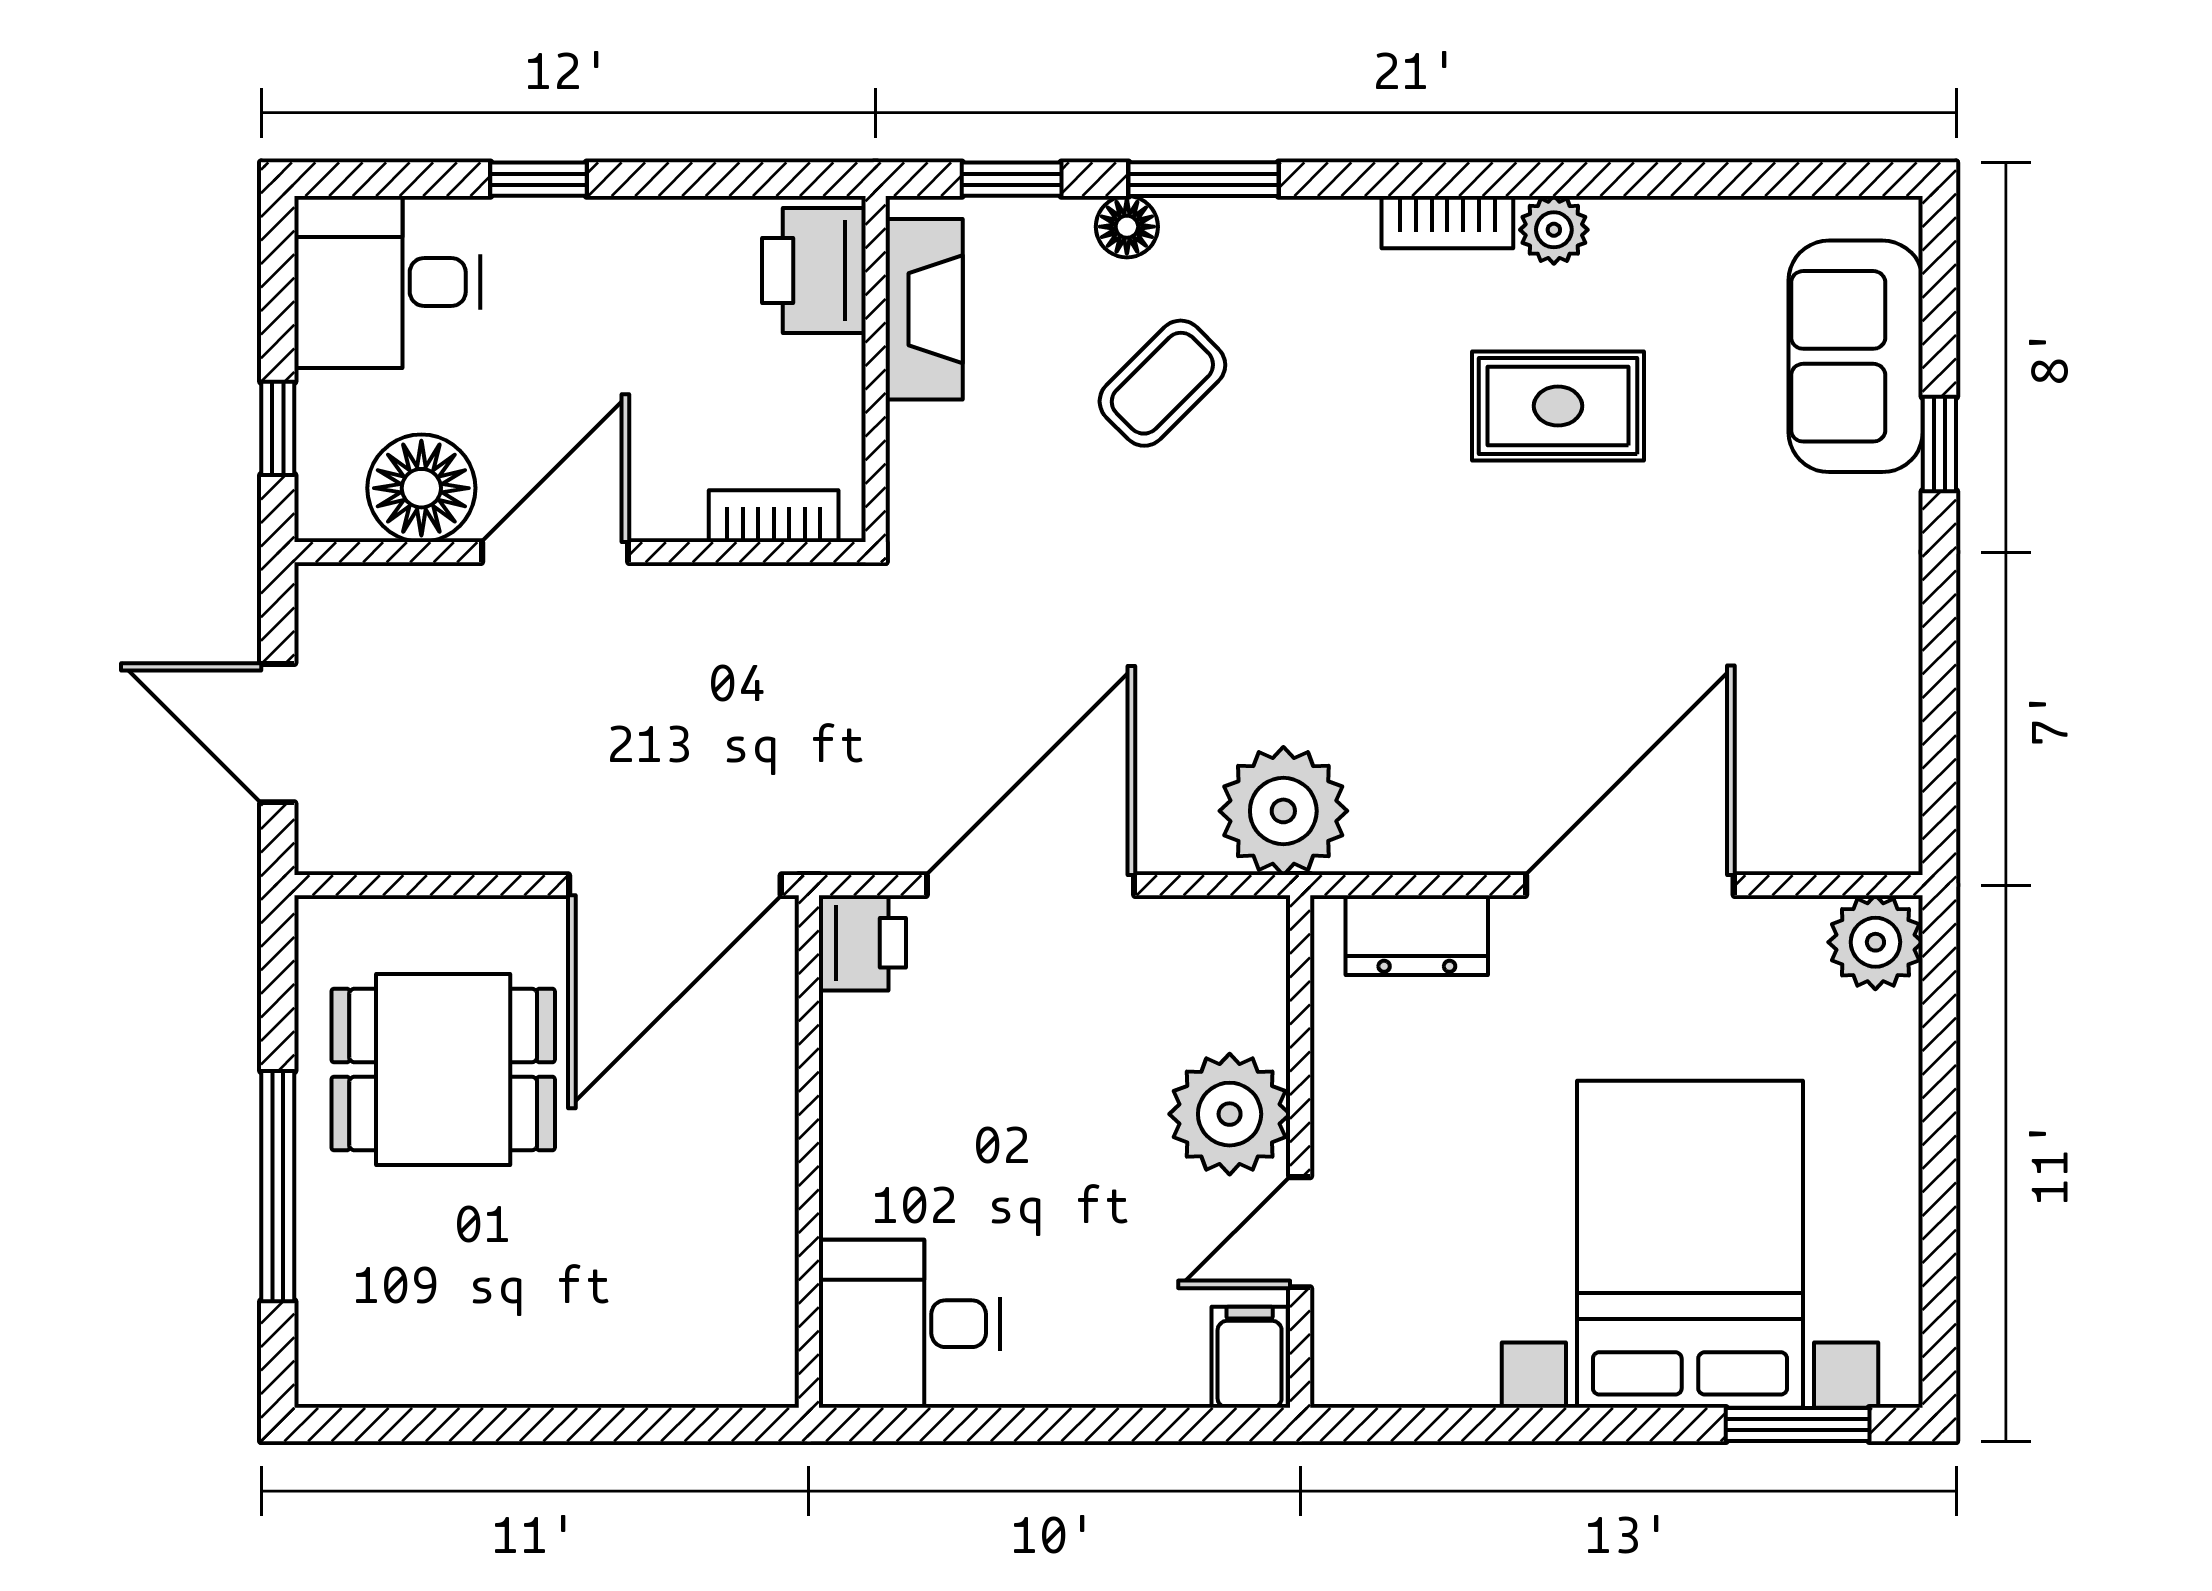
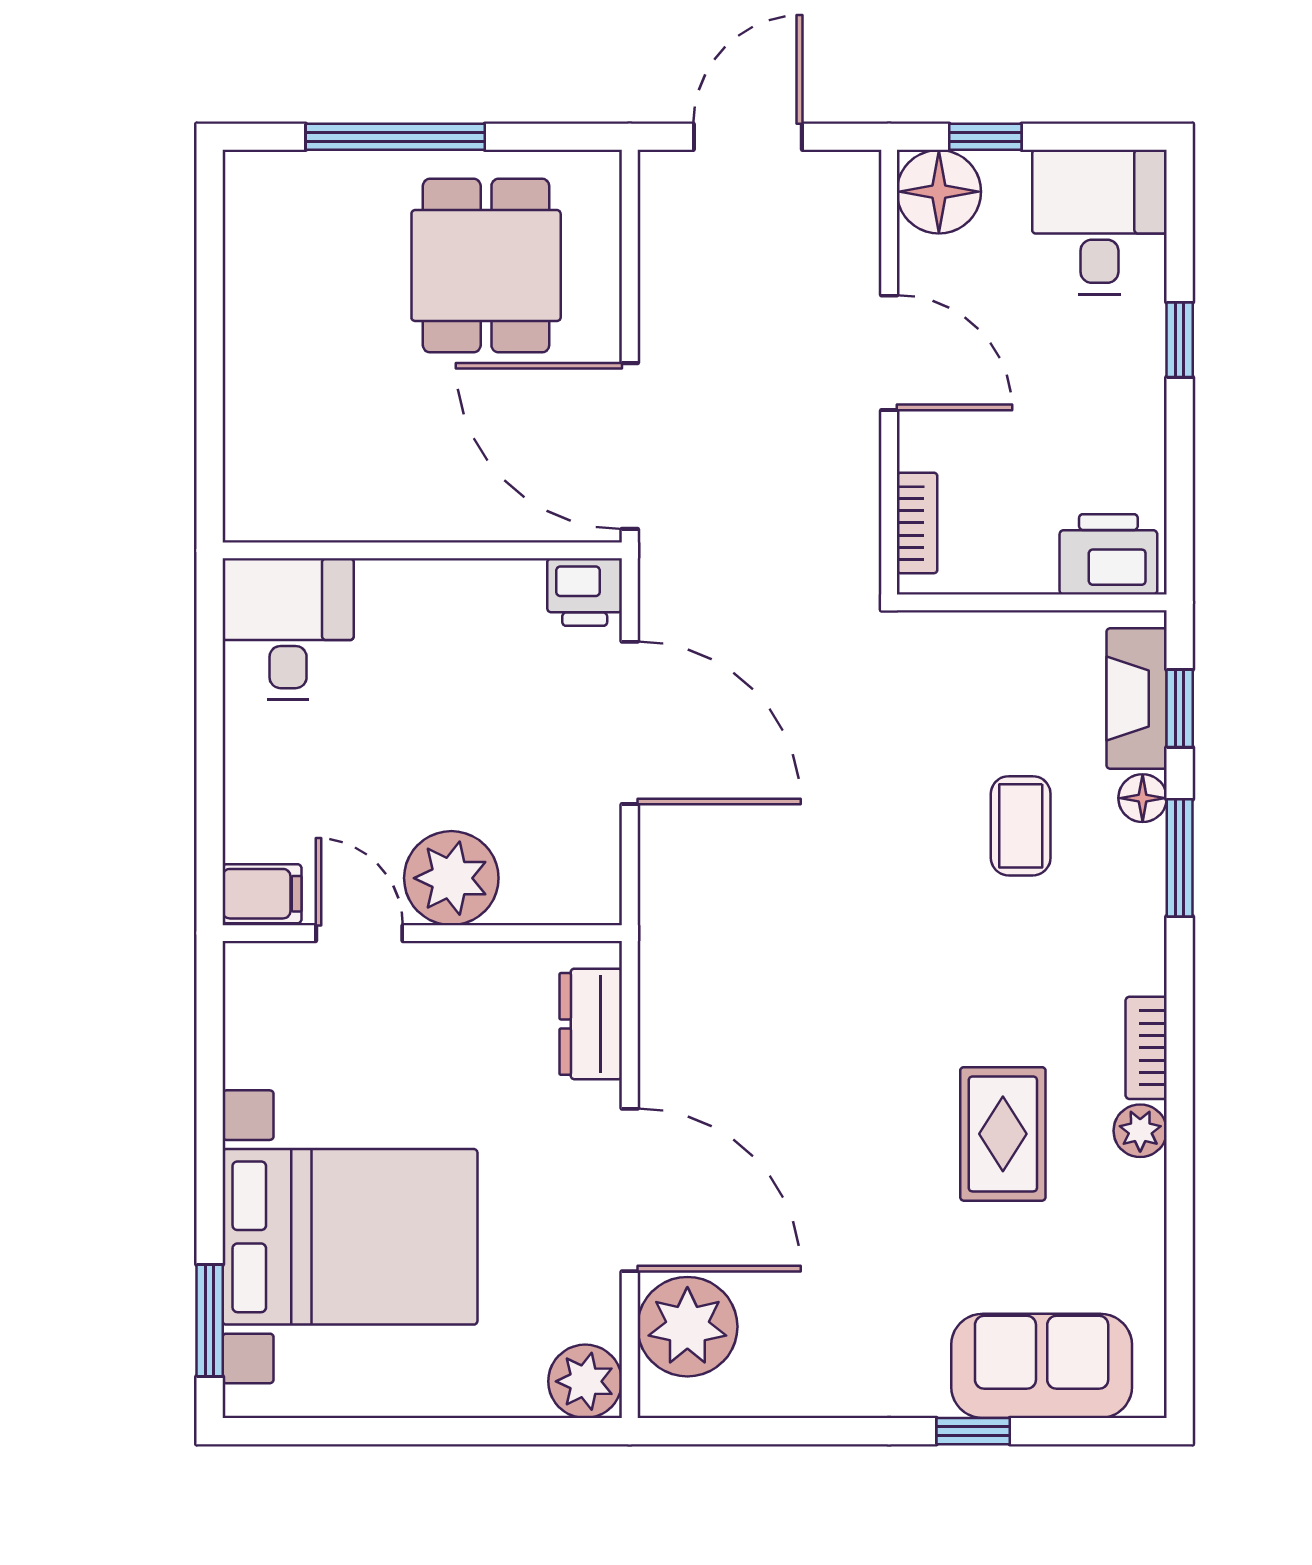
fireplace: (924, 309) -> (1137, 699), moved, turned 90
coffee table: (1162, 383) -> (1021, 826), turned 45
floor lamp: (421, 488) -> (939, 192), moved
plant: (1283, 811) -> (687, 1327), moved

